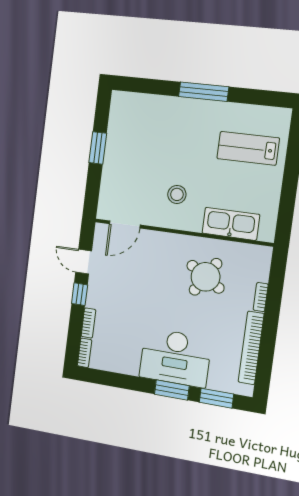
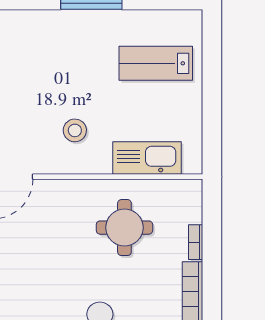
round table: (206, 277) -> (124, 228), turned -32

